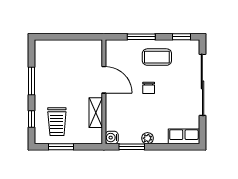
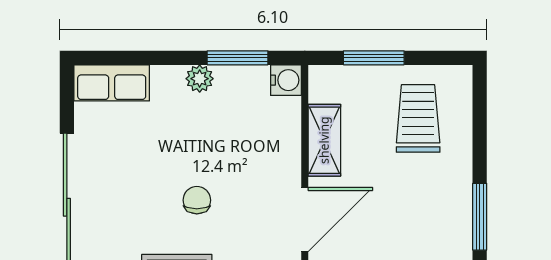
door: (104, 80) -> (305, 220), swing flipped
window: (31, 119) -> (480, 125), removed
window: (61, 147) -> (374, 58), moved

